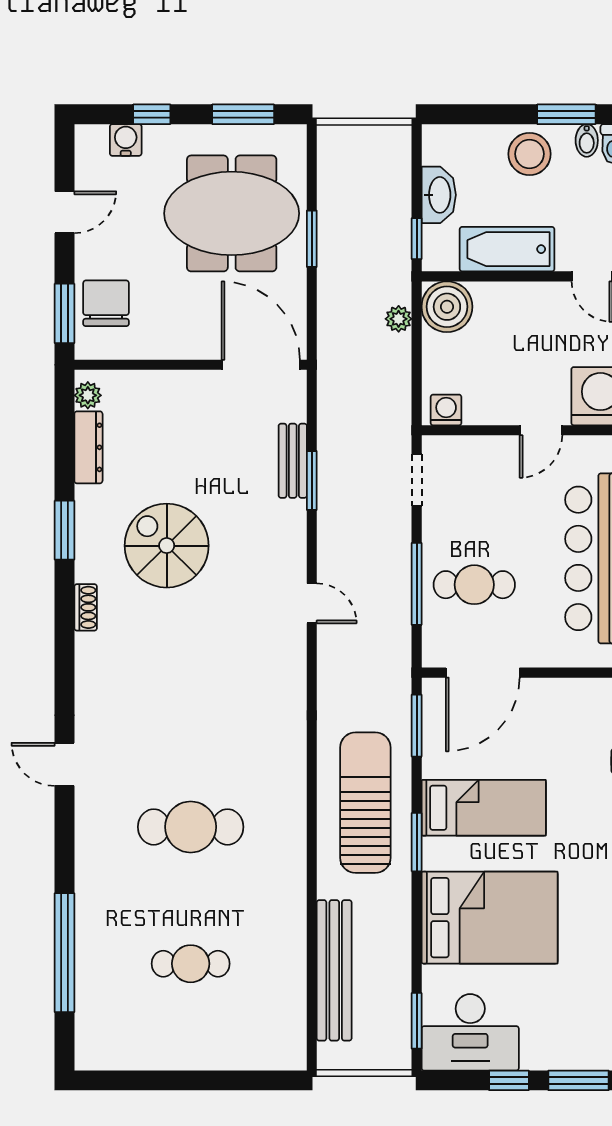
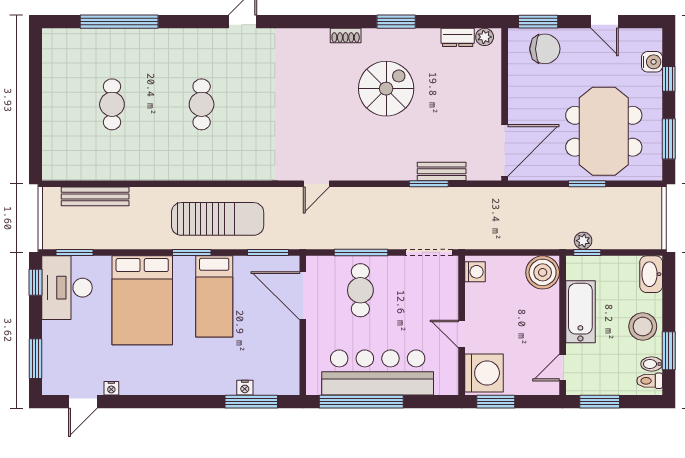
washbasin: (439, 195) -> (651, 274), moved, turned 90
plant: (399, 319) -> (583, 241), moved
dresser: (88, 447) -> (458, 37), width x0.70
doorway: (417, 480) -> (429, 252), width x1.38
door: (312, 603) -> (316, 184), moved
cafe table: (191, 827) -> (202, 104), width x0.73, depth x0.74
bench: (334, 970) -> (95, 196), width x0.73, depth x0.82
window: (509, 1080) -> (35, 282), moved

